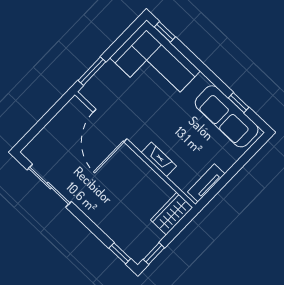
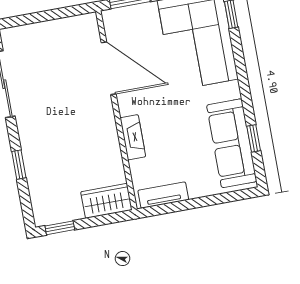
door: (110, 126) -> (109, 68), swing flipped
window: (120, 253) -> (19, 165), moved

